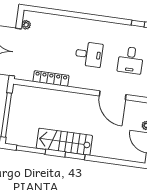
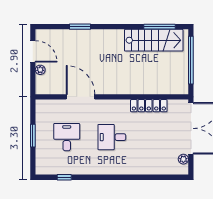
stairs: (64, 142) -> (154, 40), moved
window: (75, 156) -> (80, 27), moved

